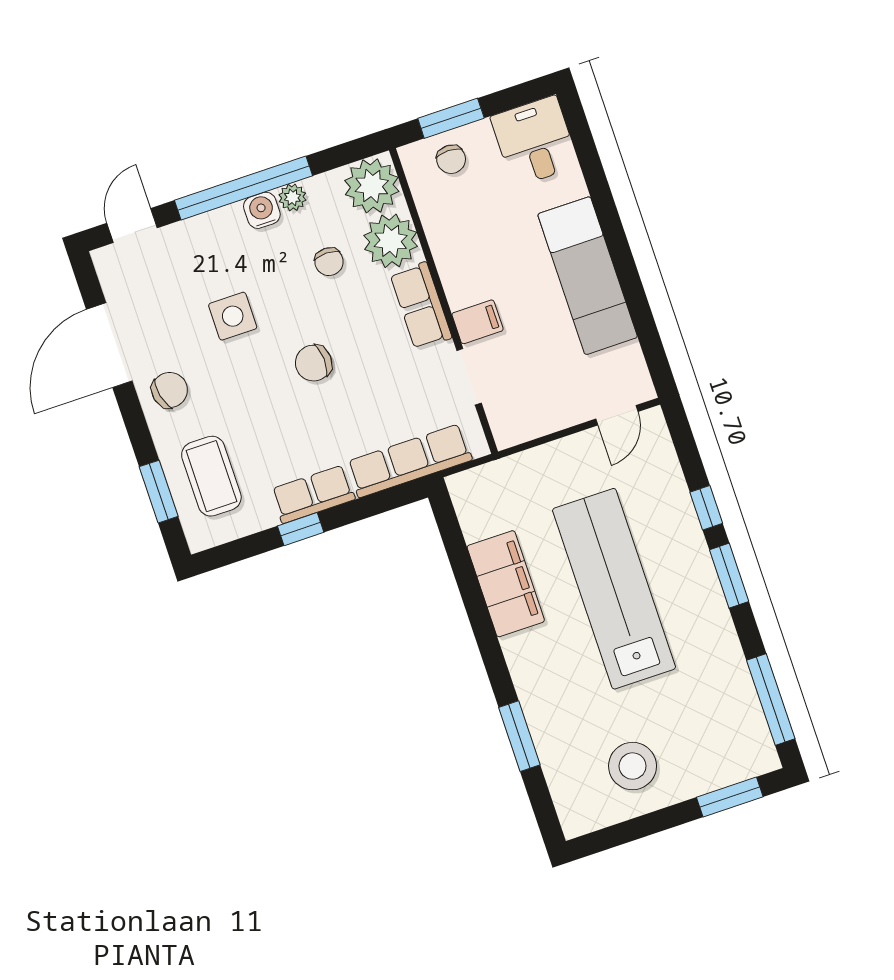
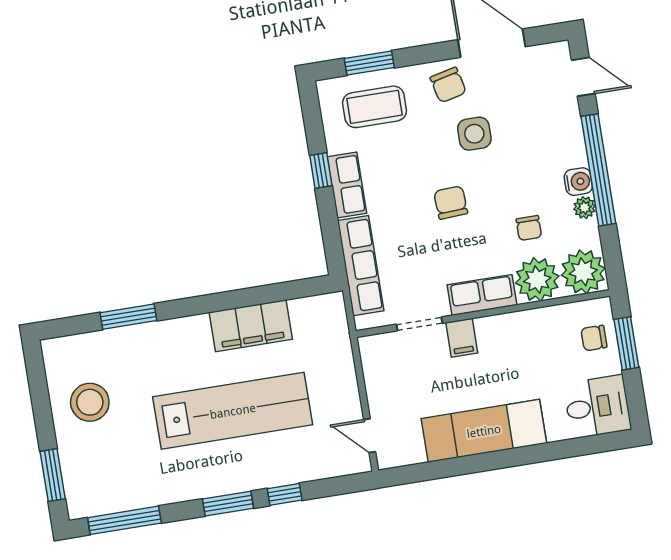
chair: (329, 262) -> (529, 228), turned -90
side table: (233, 316) -> (474, 134), moved

